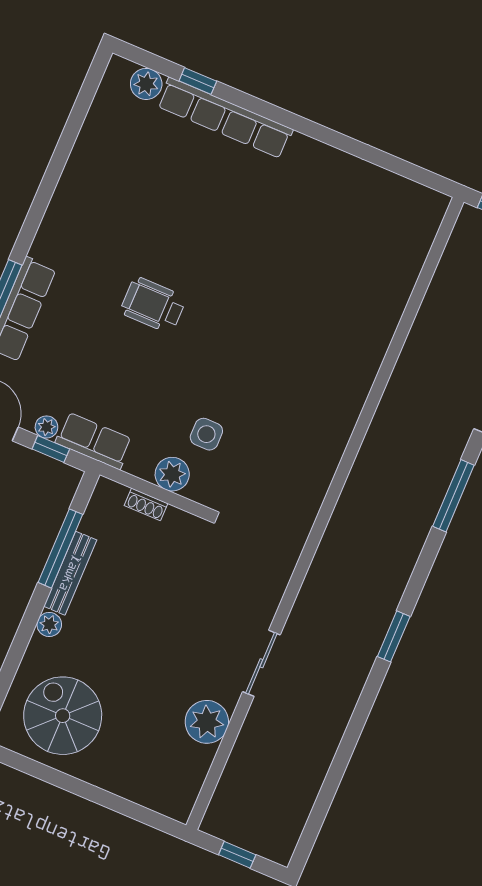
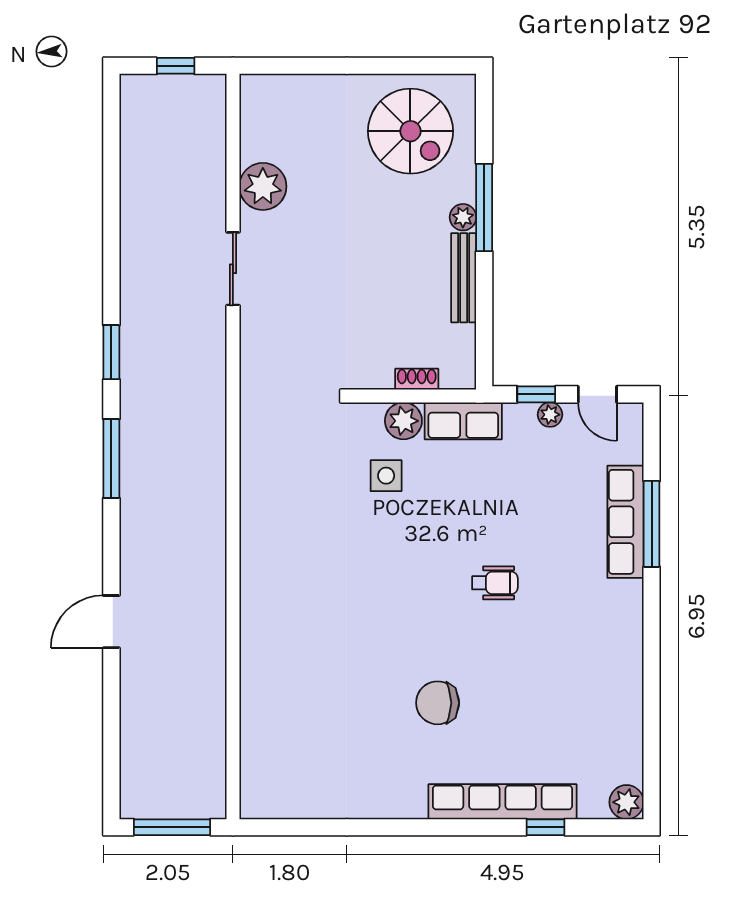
plant: (146, 84) -> (627, 802), moved
chair: (244, 224) -> (438, 703), added
wheelchair: (153, 305) -> (495, 583), width x0.73, depth x0.73
row of seats: (94, 441) -> (463, 421), moved
window: (453, 496) -> (111, 459), moved
window: (60, 548) -> (484, 207), moved

